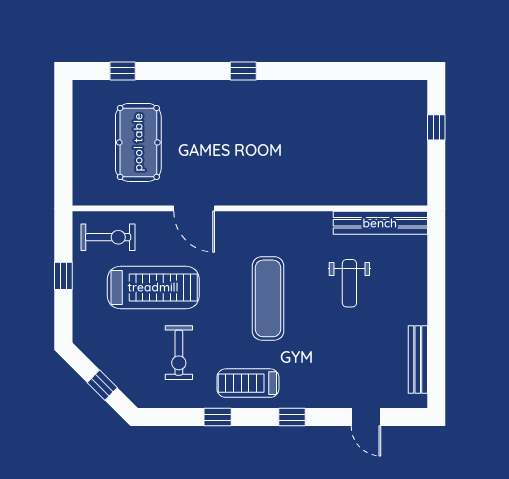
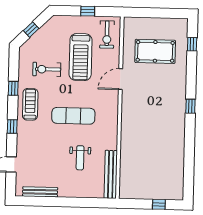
weight bench: (349, 283) -> (80, 158), turned -90

